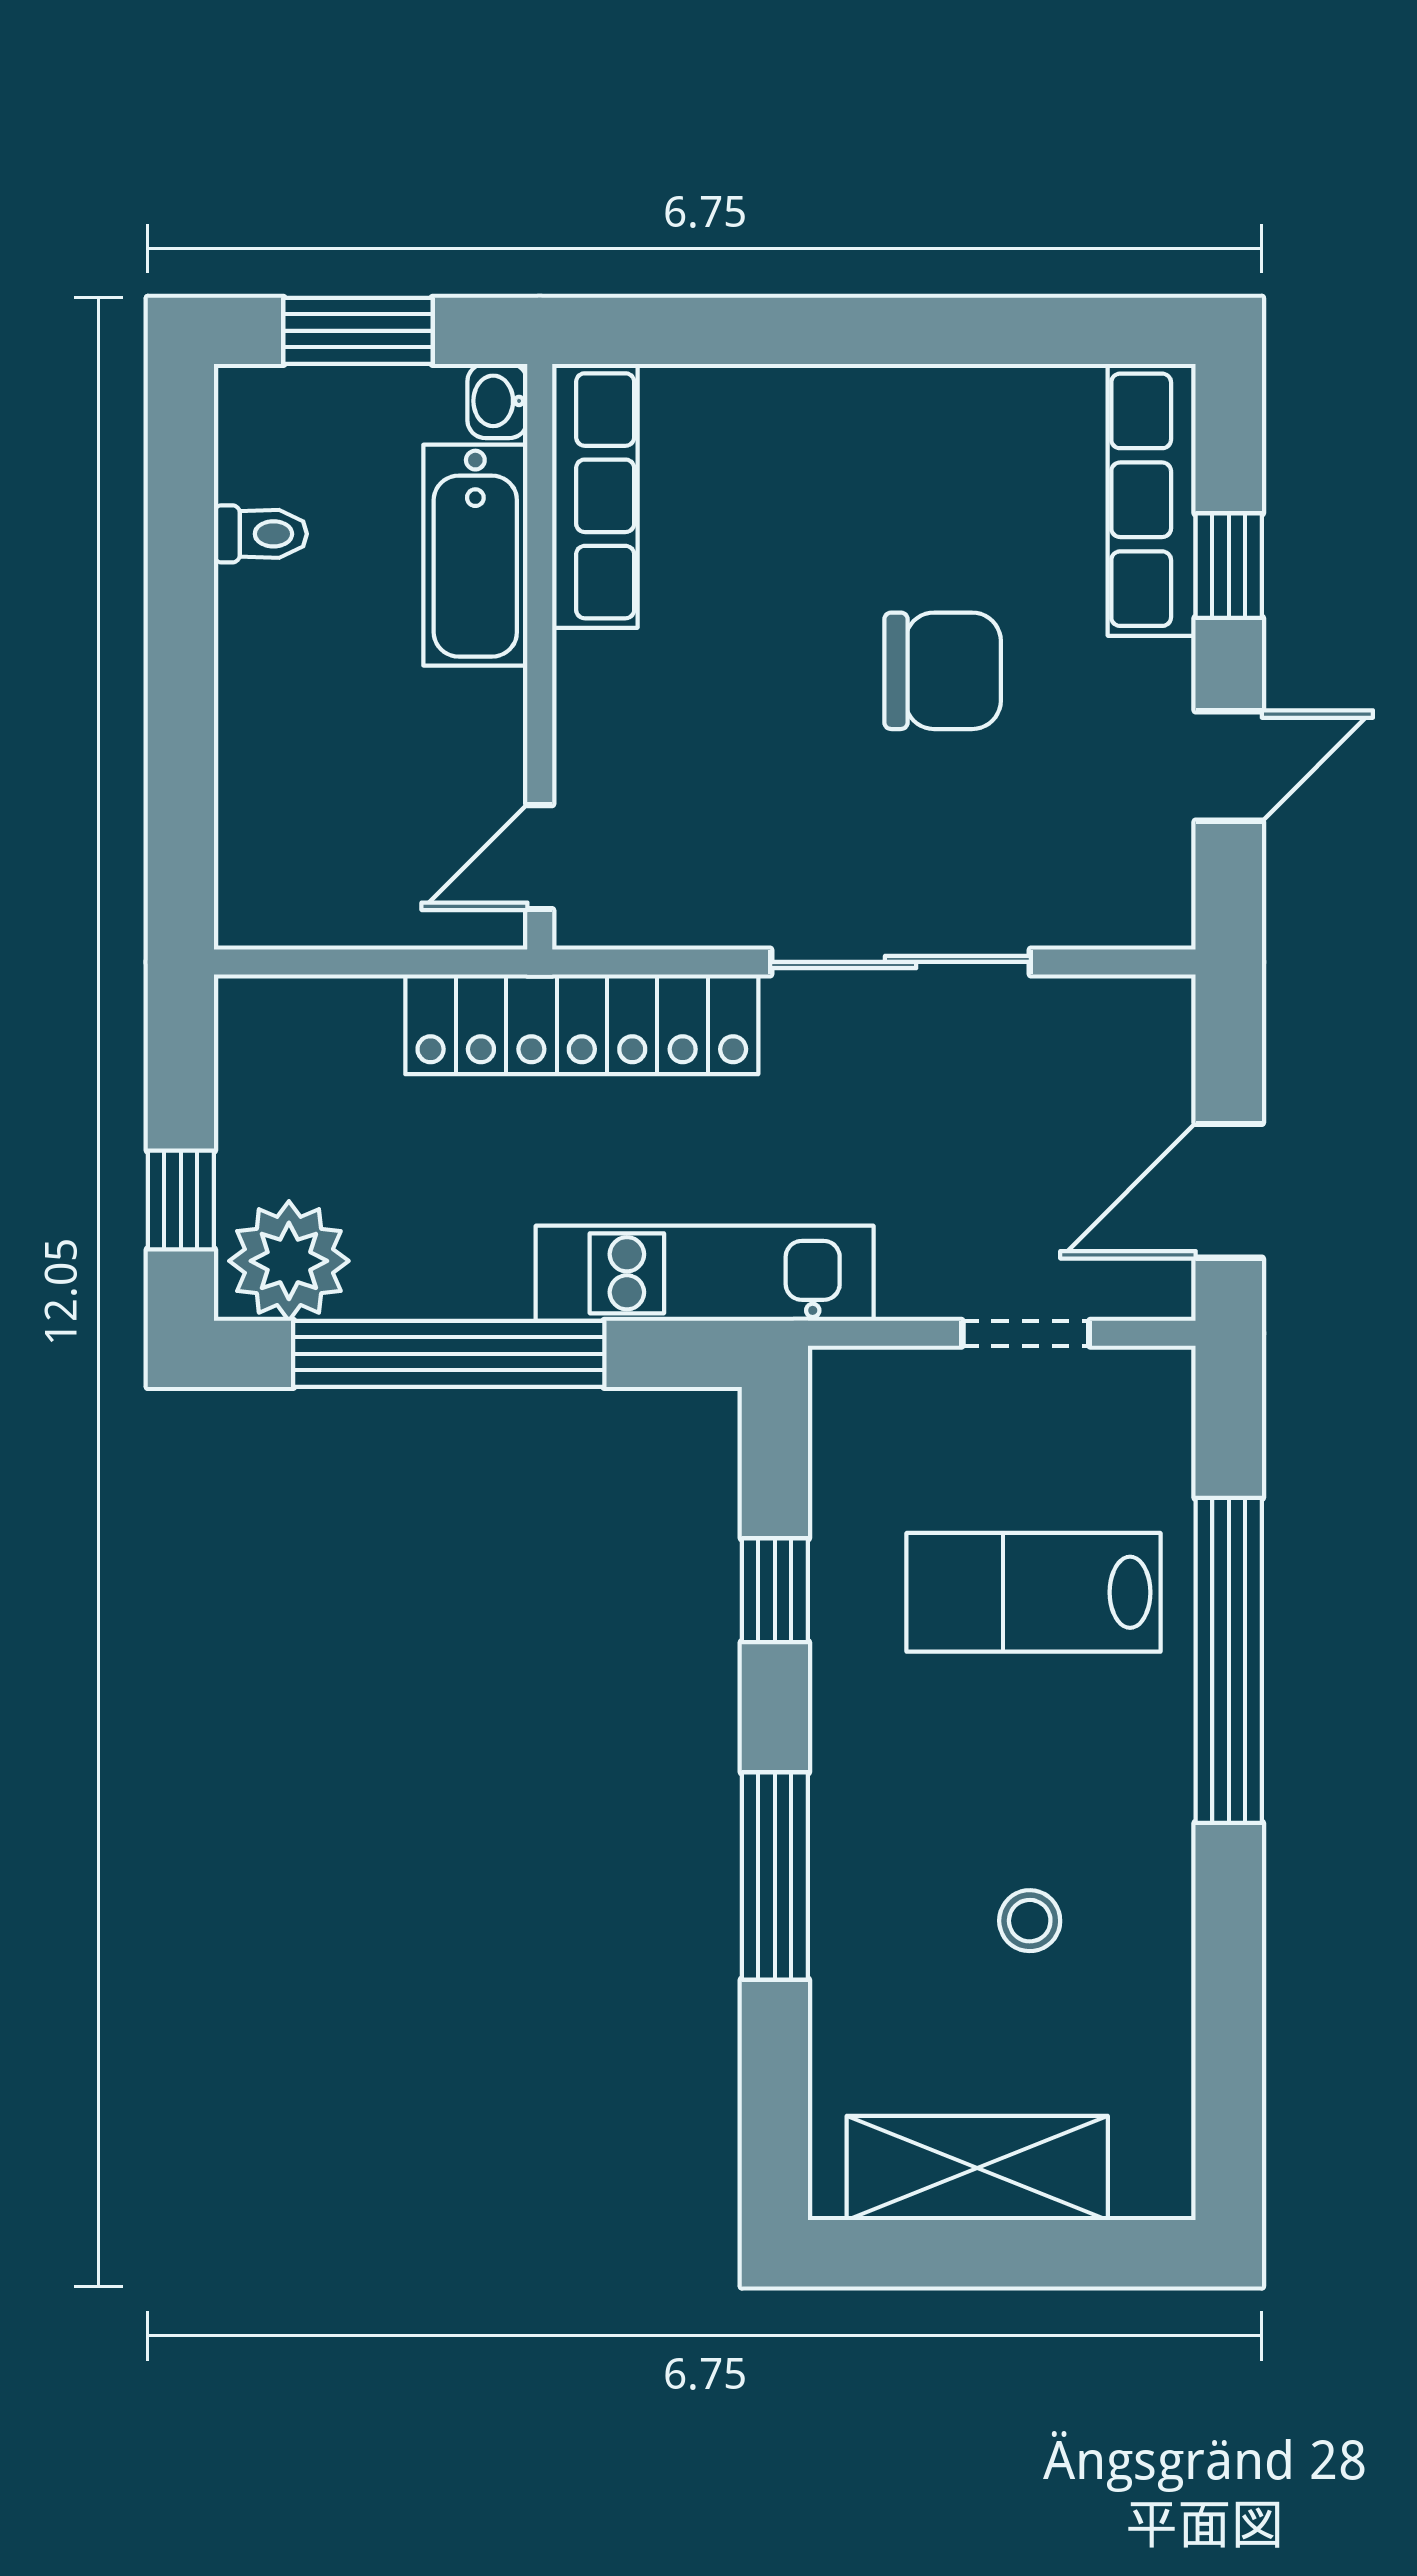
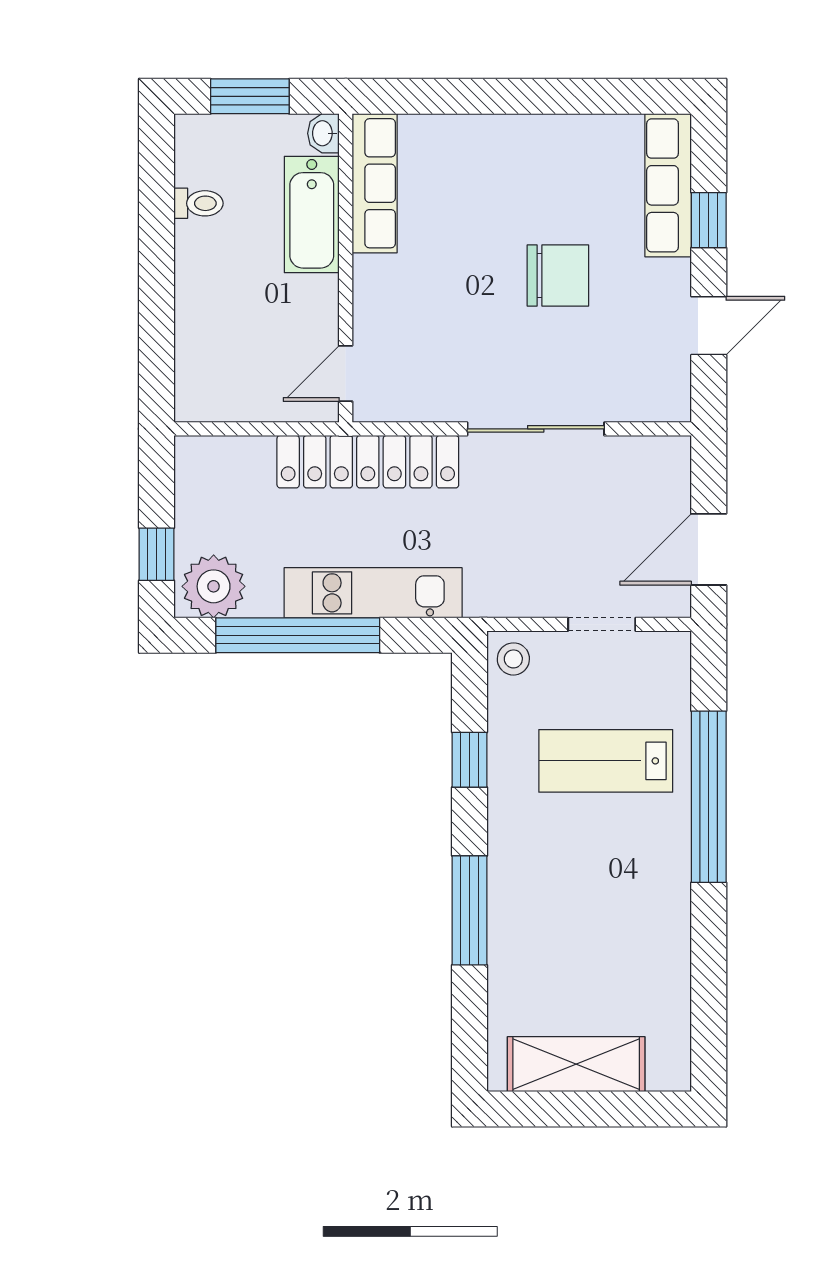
kitchen unit: (705, 1273) -> (373, 593), moved
stool: (1030, 1921) -> (513, 659), moved

